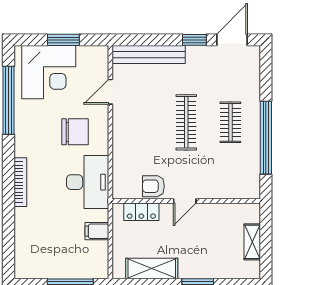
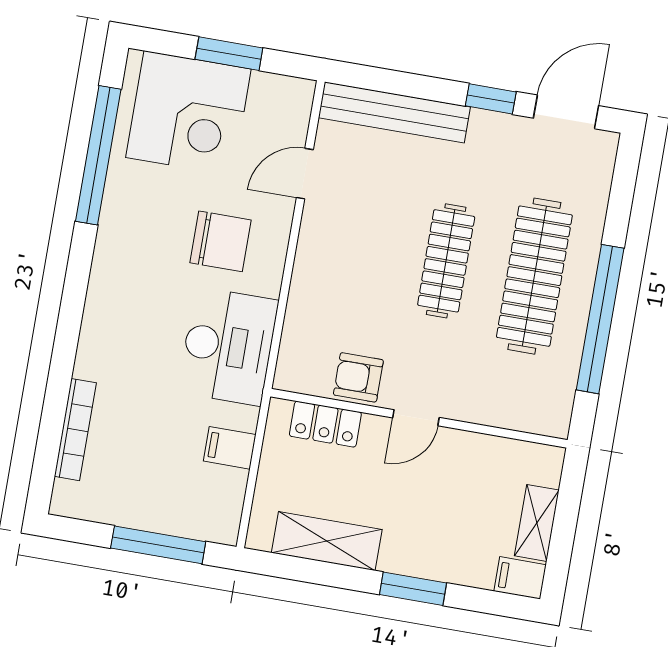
clothes rail: (230, 122) -> (534, 276), width x1.86, depth x1.31
bookcase: (20, 182) -> (75, 430), moved
filing cabinet: (249, 270) -> (520, 578), added

